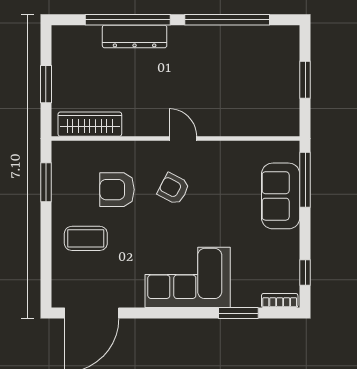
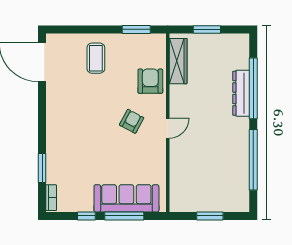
window: (305, 180) -> (124, 216), moved
armchair: (117, 190) -> (150, 81), moved
sofa: (281, 196) -> (126, 198), width x1.36
window: (305, 273) -> (86, 216), moved
corner sofa: (188, 277) -> (68, 131), removed

